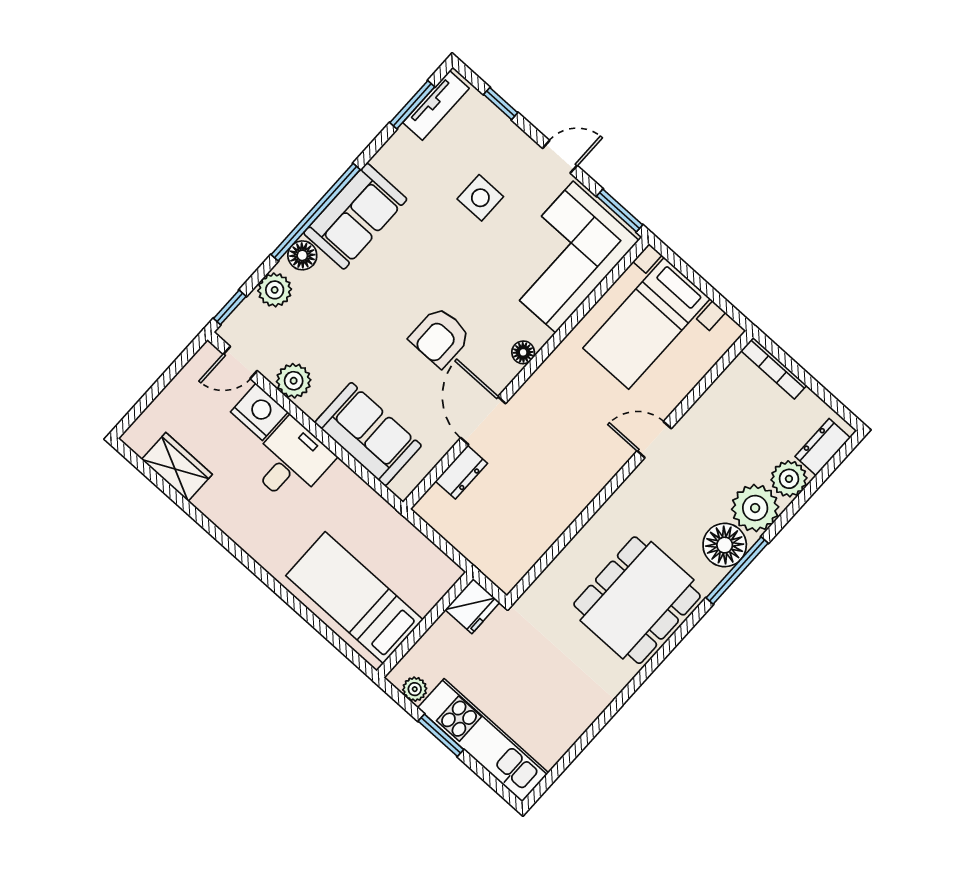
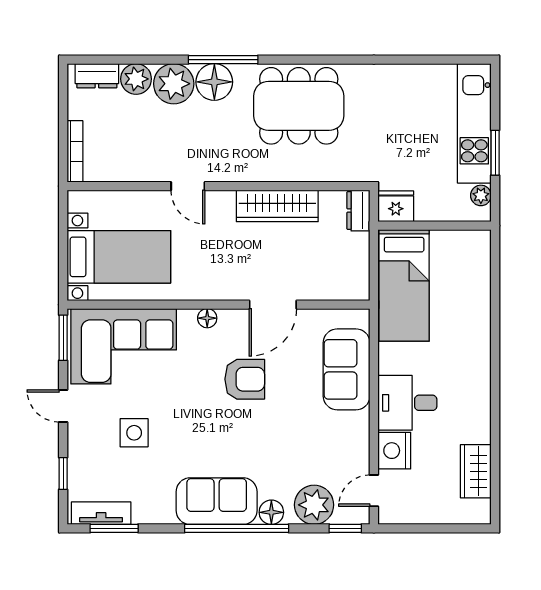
plant: (275, 290) -> (314, 505), width x1.36, depth x1.36
door: (240, 362) -> (374, 491), swing flipped
plant: (294, 381) -> (355, 447), removed
dresser: (461, 472) -> (358, 211), moved, turned -90
wardrobe: (566, 502) -> (277, 206), added
bed: (354, 598) -> (404, 285), moved

